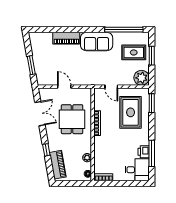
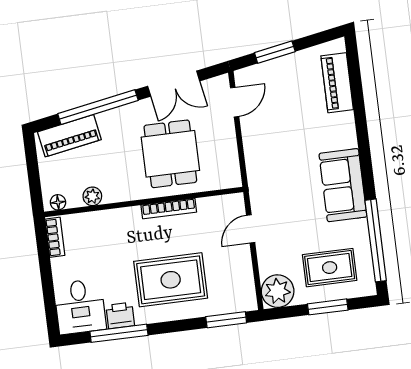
piano: (66, 38) -> (337, 83), moved
rug: (134, 52) -> (330, 268), turned 90
door: (64, 87) -> (235, 102), moved
rug: (131, 112) -> (171, 280), moved
dining table: (72, 119) -> (170, 154), turned 90
window: (46, 150) -> (98, 107), width x3.17

